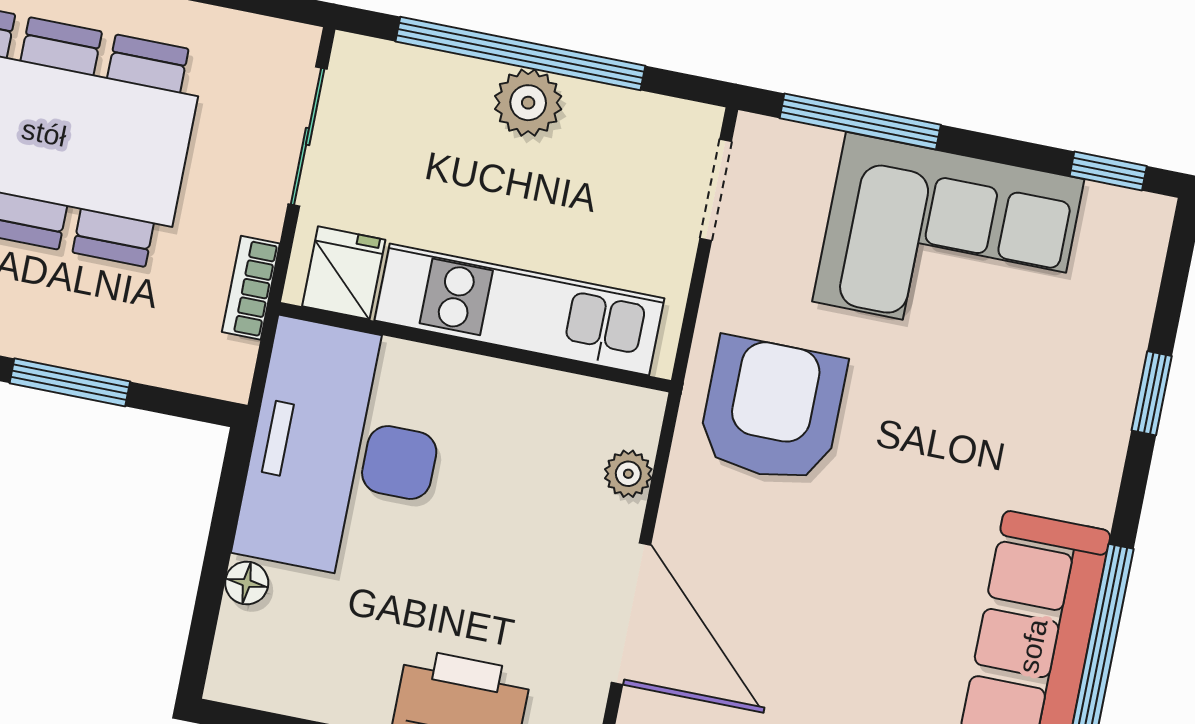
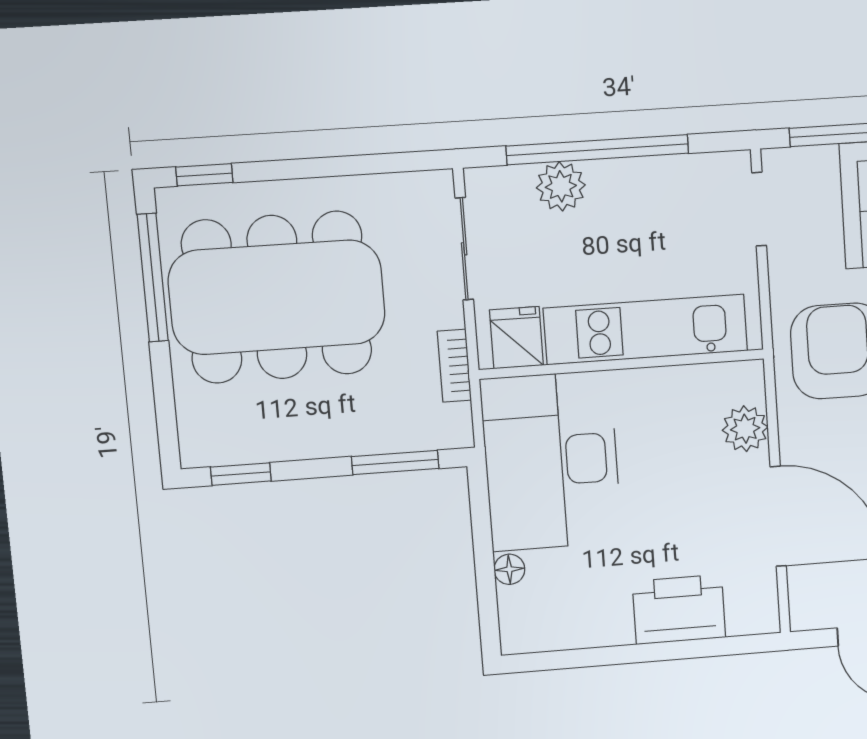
plant: (528, 103) -> (561, 186), moved
window: (70, 382) -> (395, 463), moved
plant: (628, 474) -> (745, 429), width x1.38, depth x1.38

